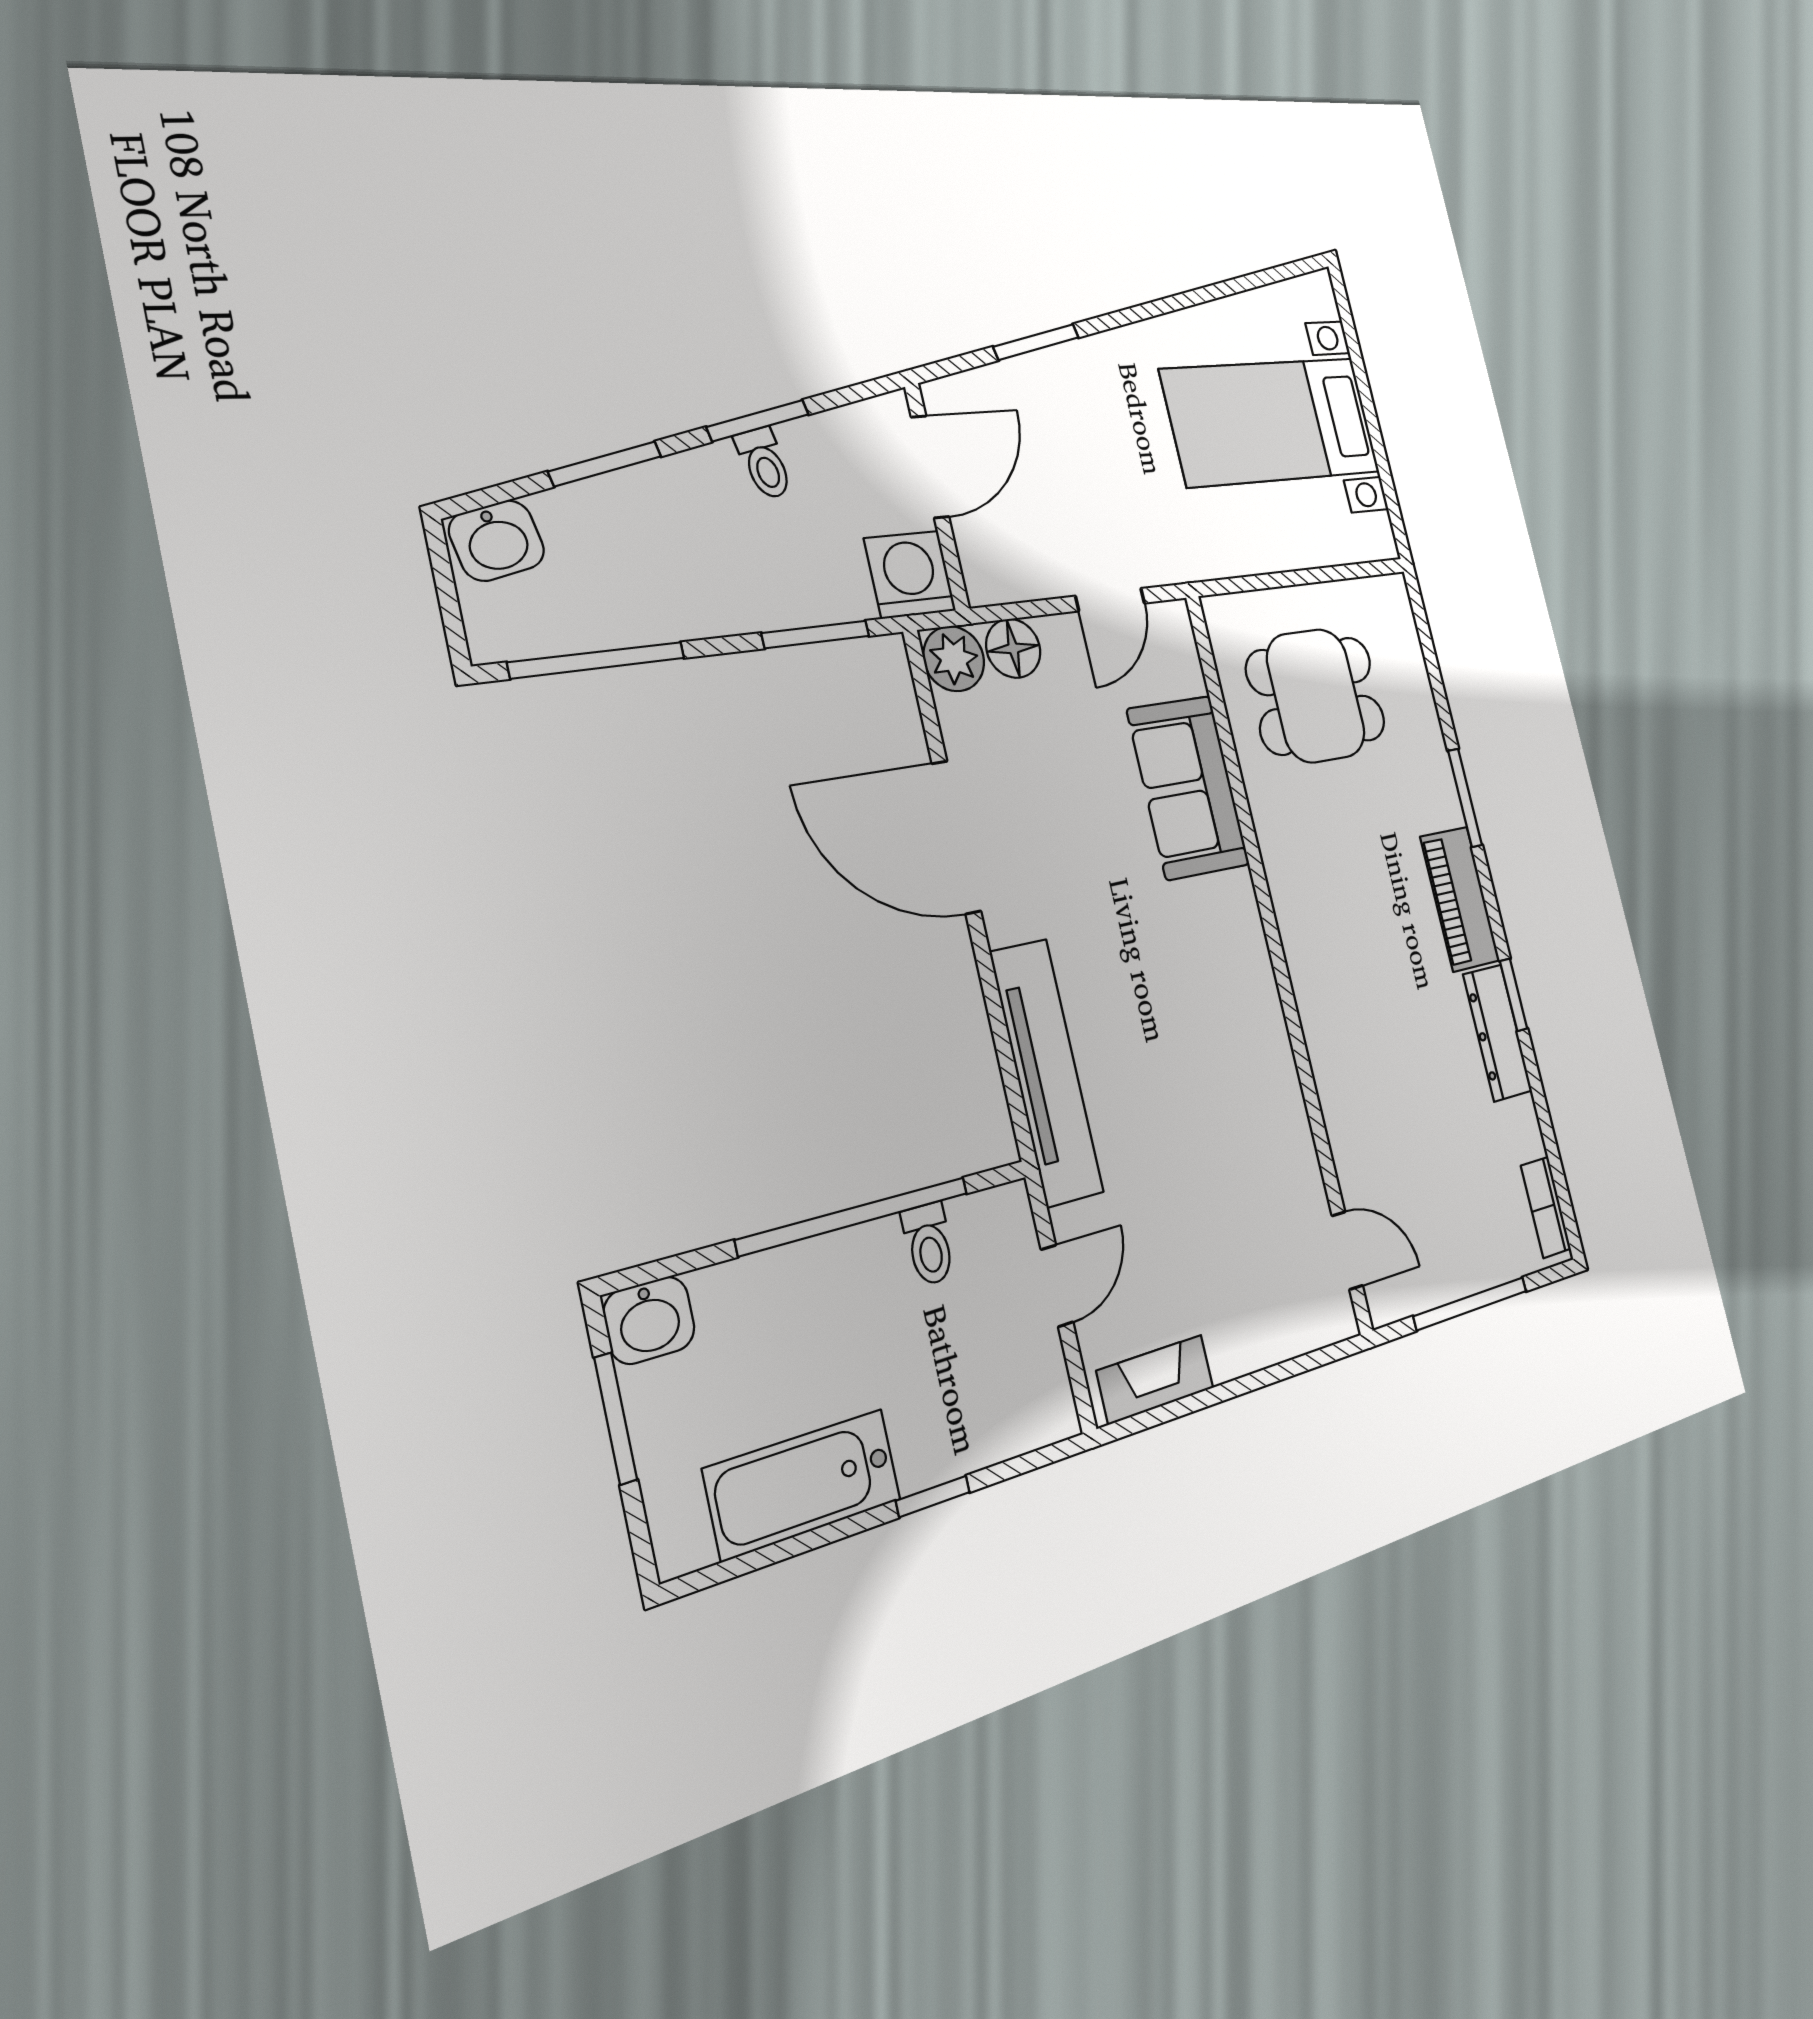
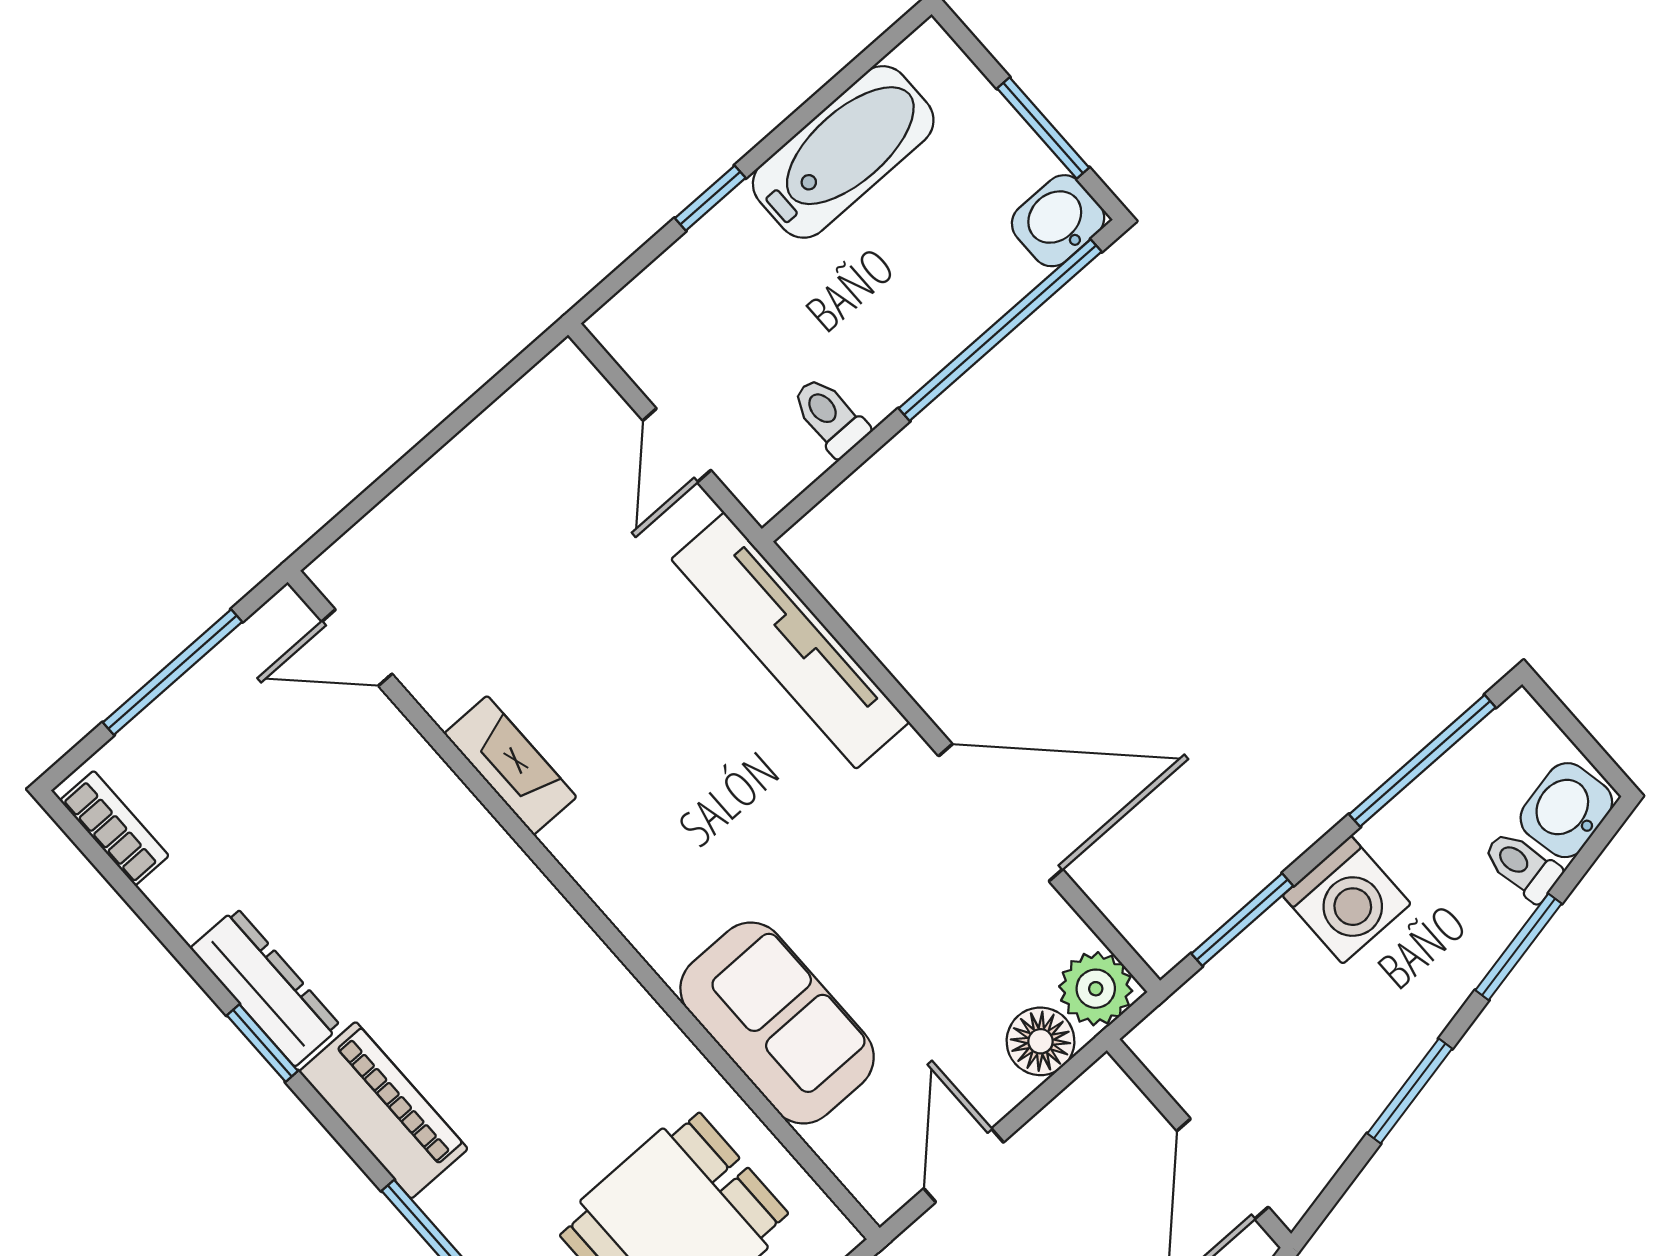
toilet: (764, 463) -> (1522, 866), moved
washing machine: (910, 575) -> (1347, 900), moved
window: (854, 1216) -> (1000, 330), moved
fireplace: (1155, 1379) -> (510, 765), moved, turned -90

